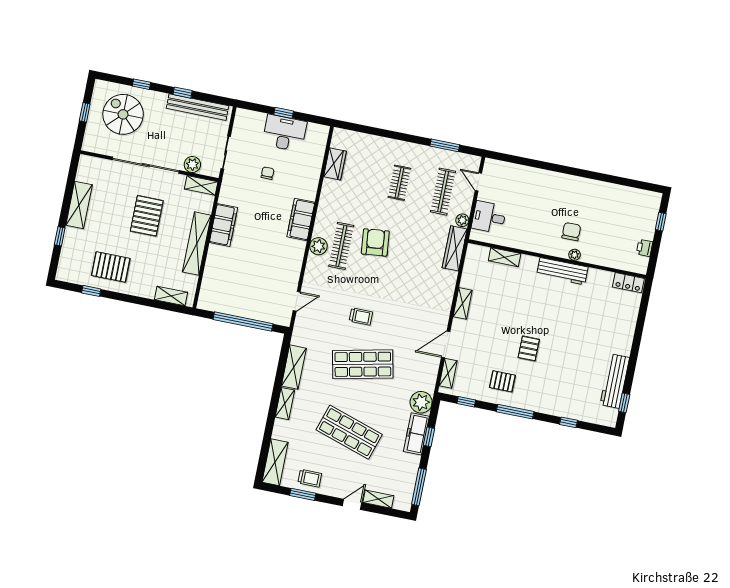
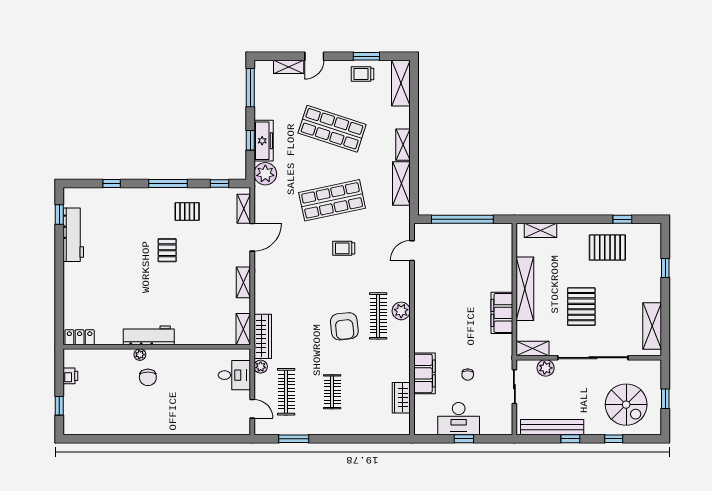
shelving: (79, 205) -> (652, 326), moved
filing cabinet: (301, 220) -> (424, 373), moved
shelving: (505, 257) -> (243, 329), moved, turned 90

